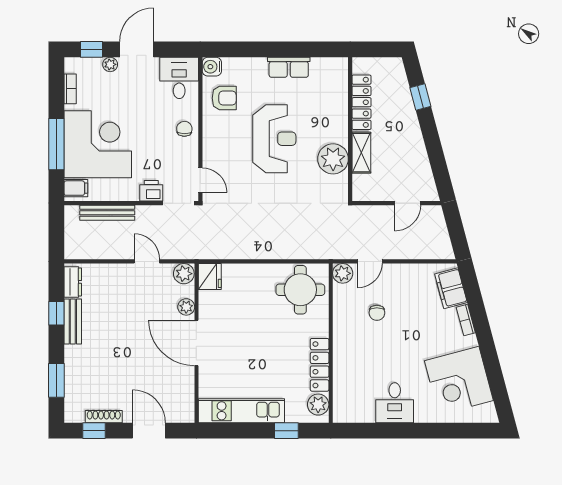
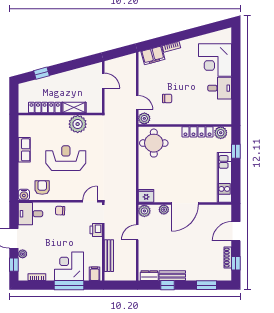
corner desk: (98, 144) -> (69, 266), width x0.74, depth x0.74
corner desk: (459, 381) -> (215, 60), moved, turned 105

